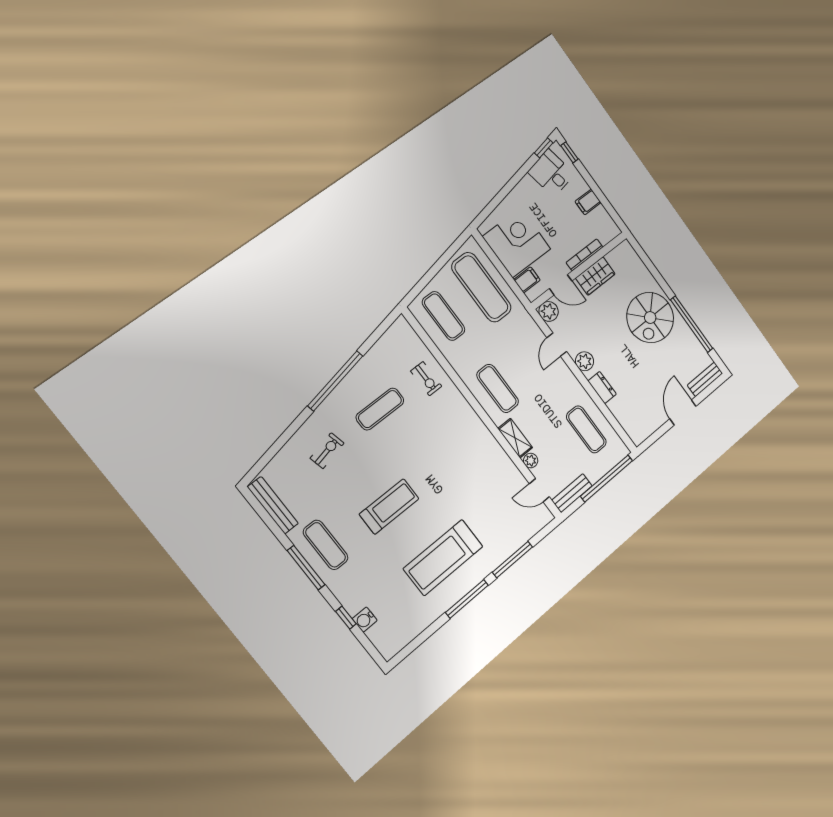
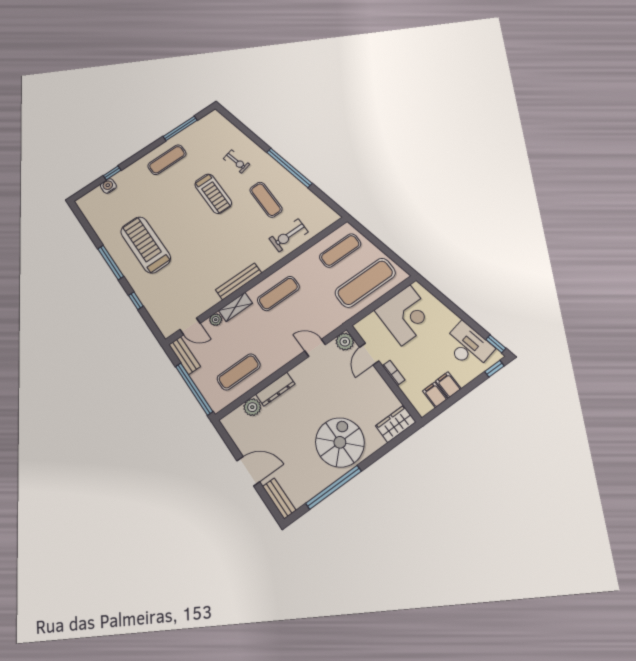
desk: (551, 173) -> (468, 346), width x1.37
bookcase: (584, 255) -> (394, 373), width x0.64
wardrobe: (595, 276) -> (396, 424), moved, turned 90
filing cabinet: (527, 280) -> (435, 395), moved, turned 180
spiral stairs: (650, 318) -> (340, 442), turned 90
plant: (585, 361) -> (252, 407), moved
exercise bike: (426, 379) -> (289, 235), width x1.38, depth x1.39
dresser: (602, 388) -> (275, 389), width x1.44
door: (539, 490) -> (190, 326), swing flipped
bench: (273, 505) -> (239, 281), moved
treadmill: (389, 506) -> (213, 194), moved
window: (513, 560) -> (136, 301), width x0.46
window: (306, 568) -> (180, 128), moved

